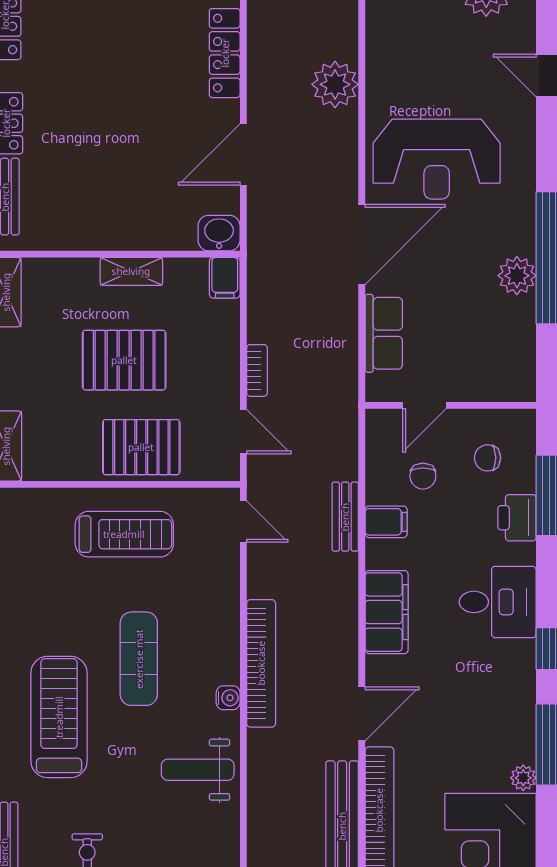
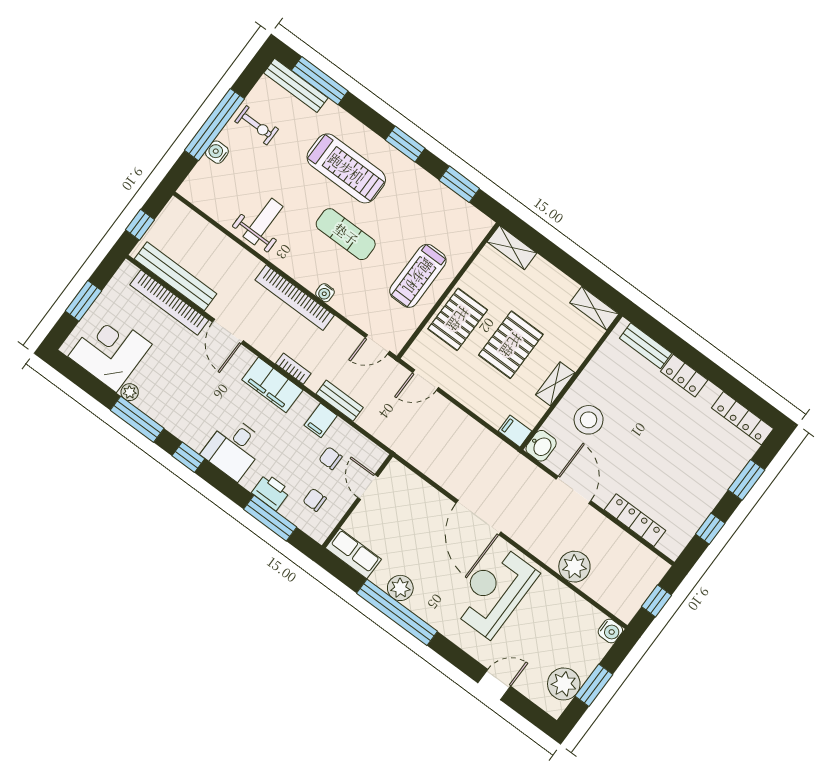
stool: (145, 199) -> (589, 420), added
row of seats: (384, 333) -> (353, 554), moved, turned 180
bookcase: (257, 370) -> (293, 369), moved, turned 180
chair: (487, 458) -> (315, 500), turned -90
water cooler: (228, 698) -> (325, 293), moved

